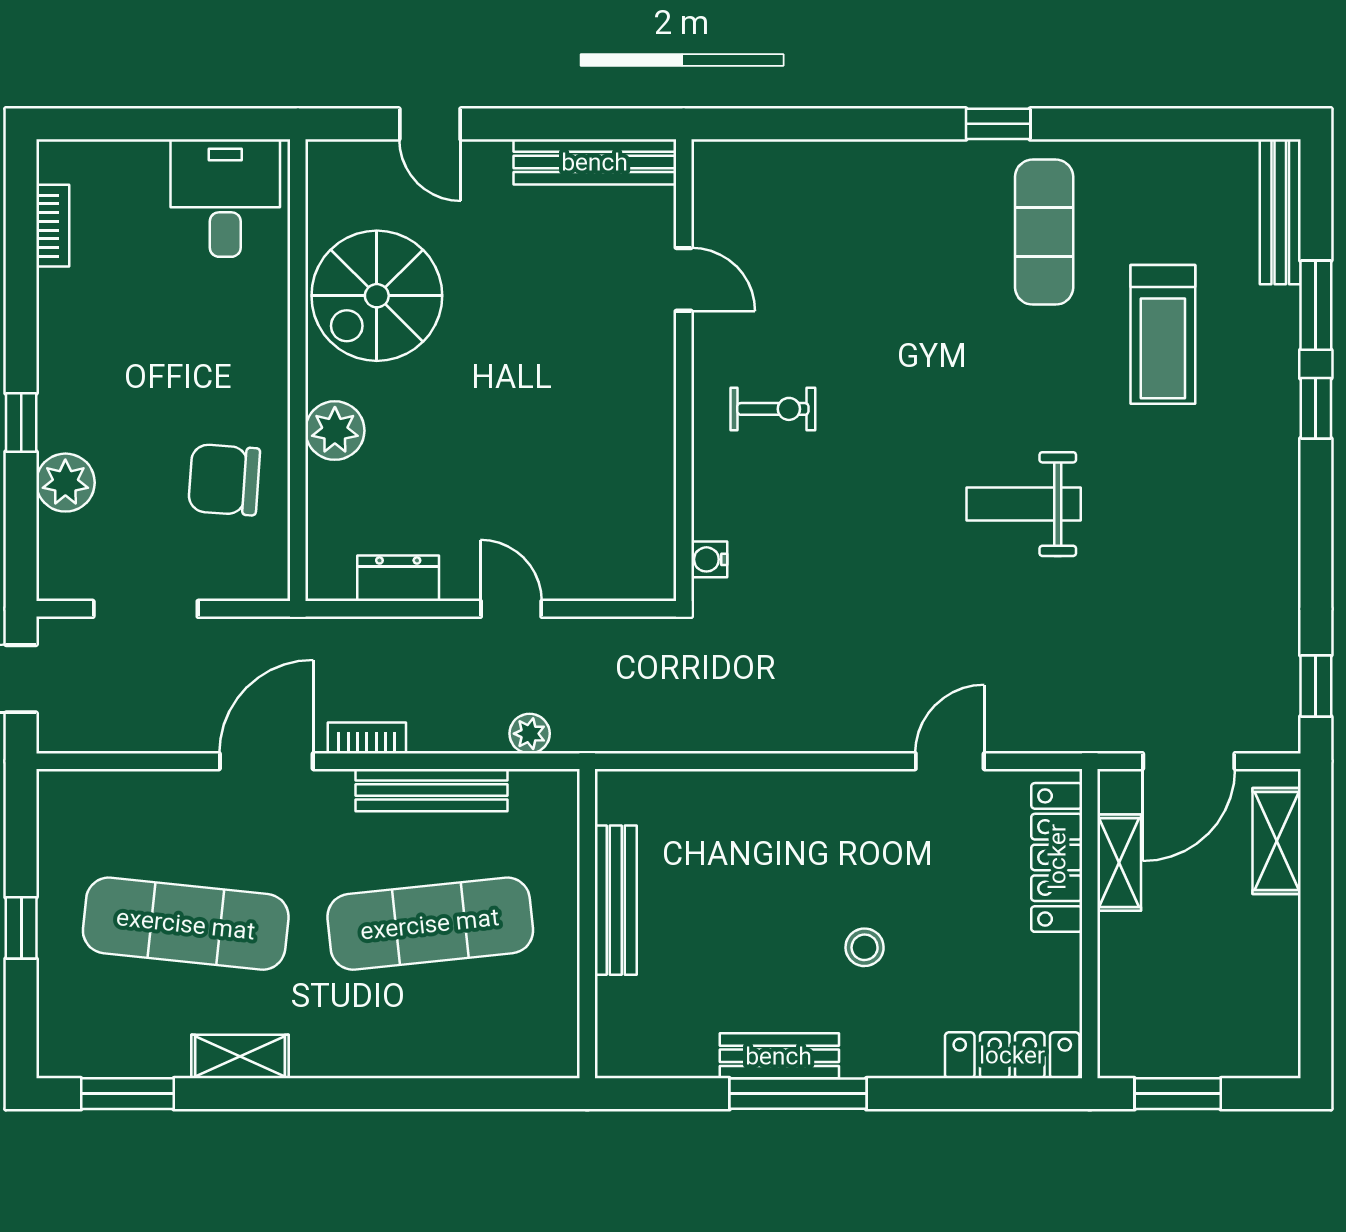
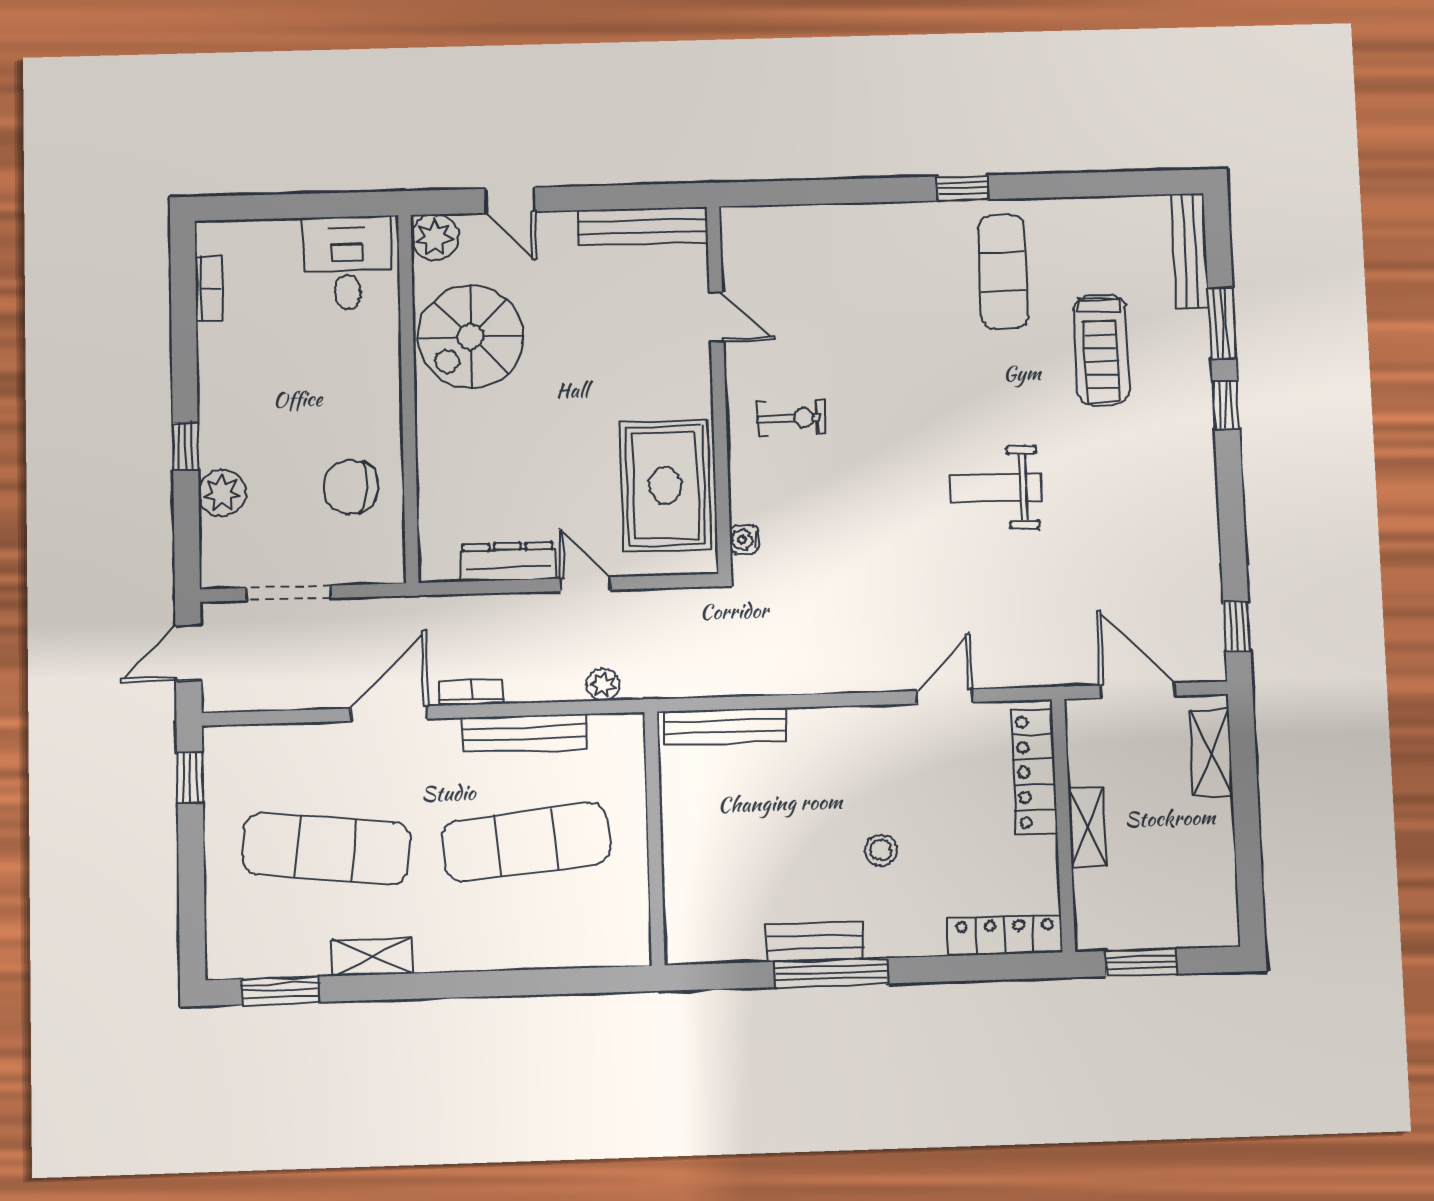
plant: (335, 431) -> (435, 237), moved
rug: (613, 489) -> (665, 486), added
dresser: (398, 578) -> (508, 562), width x1.44
door: (1189, 761) -> (1138, 691), swing flipped
shelving: (1119, 863) -> (1087, 827), moved
bench: (616, 900) -> (725, 726), moved, turned 90
window: (21, 928) -> (190, 778), moved

